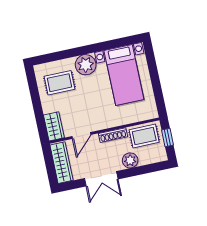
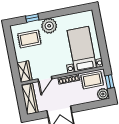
window: (63, 55) -> (32, 18), added
bed with nightstands: (124, 75) -> (82, 49), moved, turned 180
plant: (130, 160) -> (103, 94), moved

